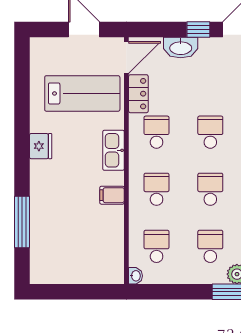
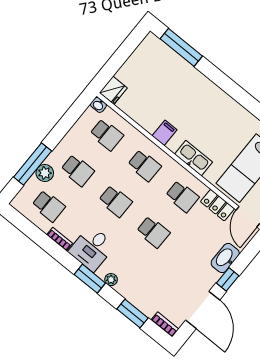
fridge: (41, 146) -> (113, 90), moved, turned -90
window: (22, 222) -> (181, 47), moved

